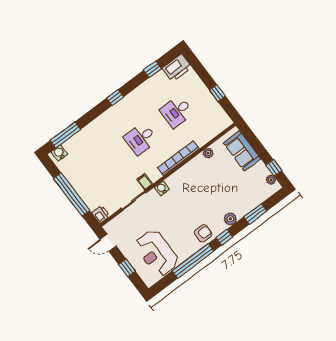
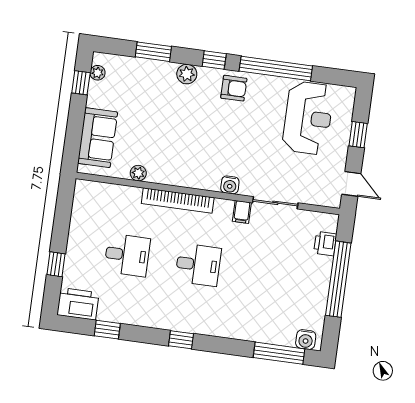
window: (217, 93) -> (56, 264), moved
printer: (101, 214) -> (325, 244), moved
armchair: (203, 233) -> (234, 88), turned 180

